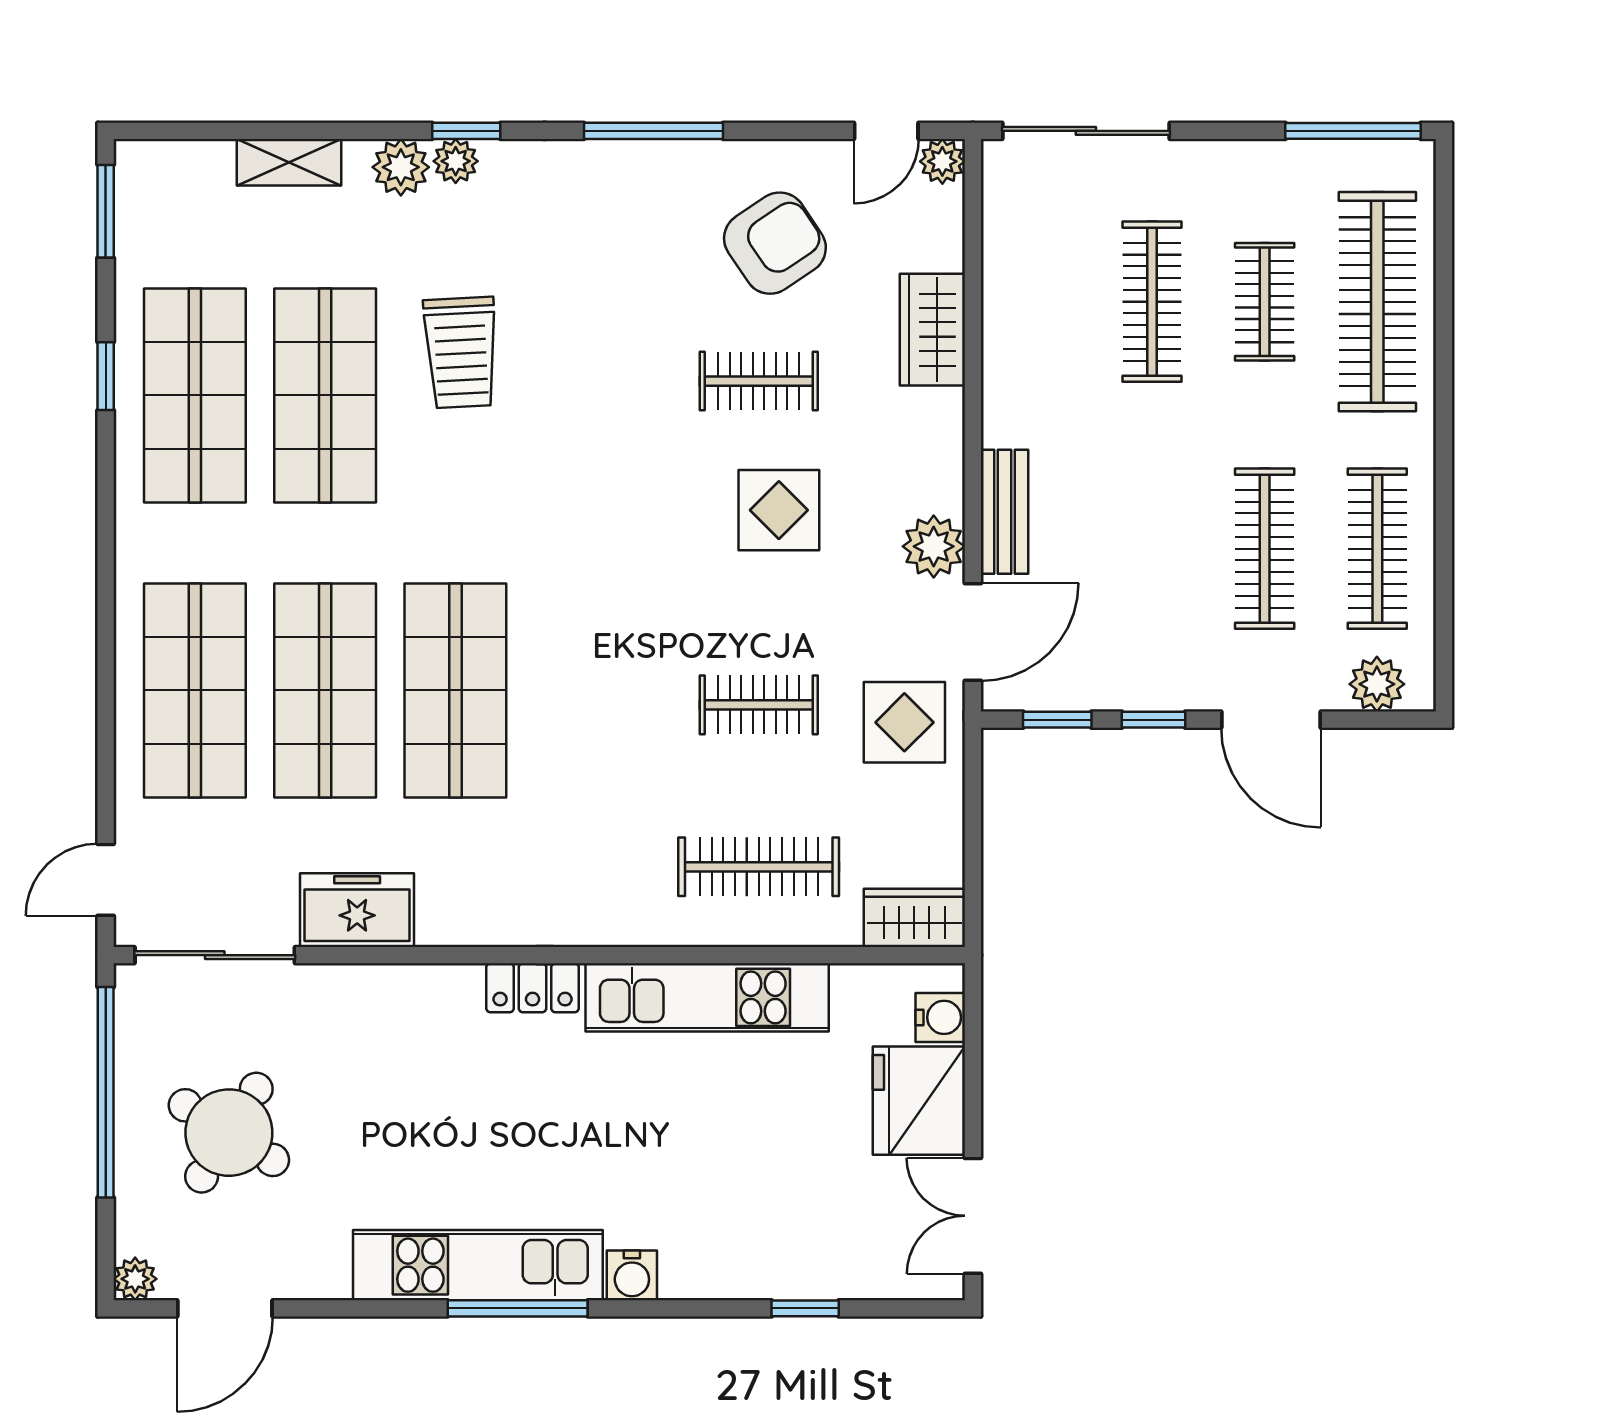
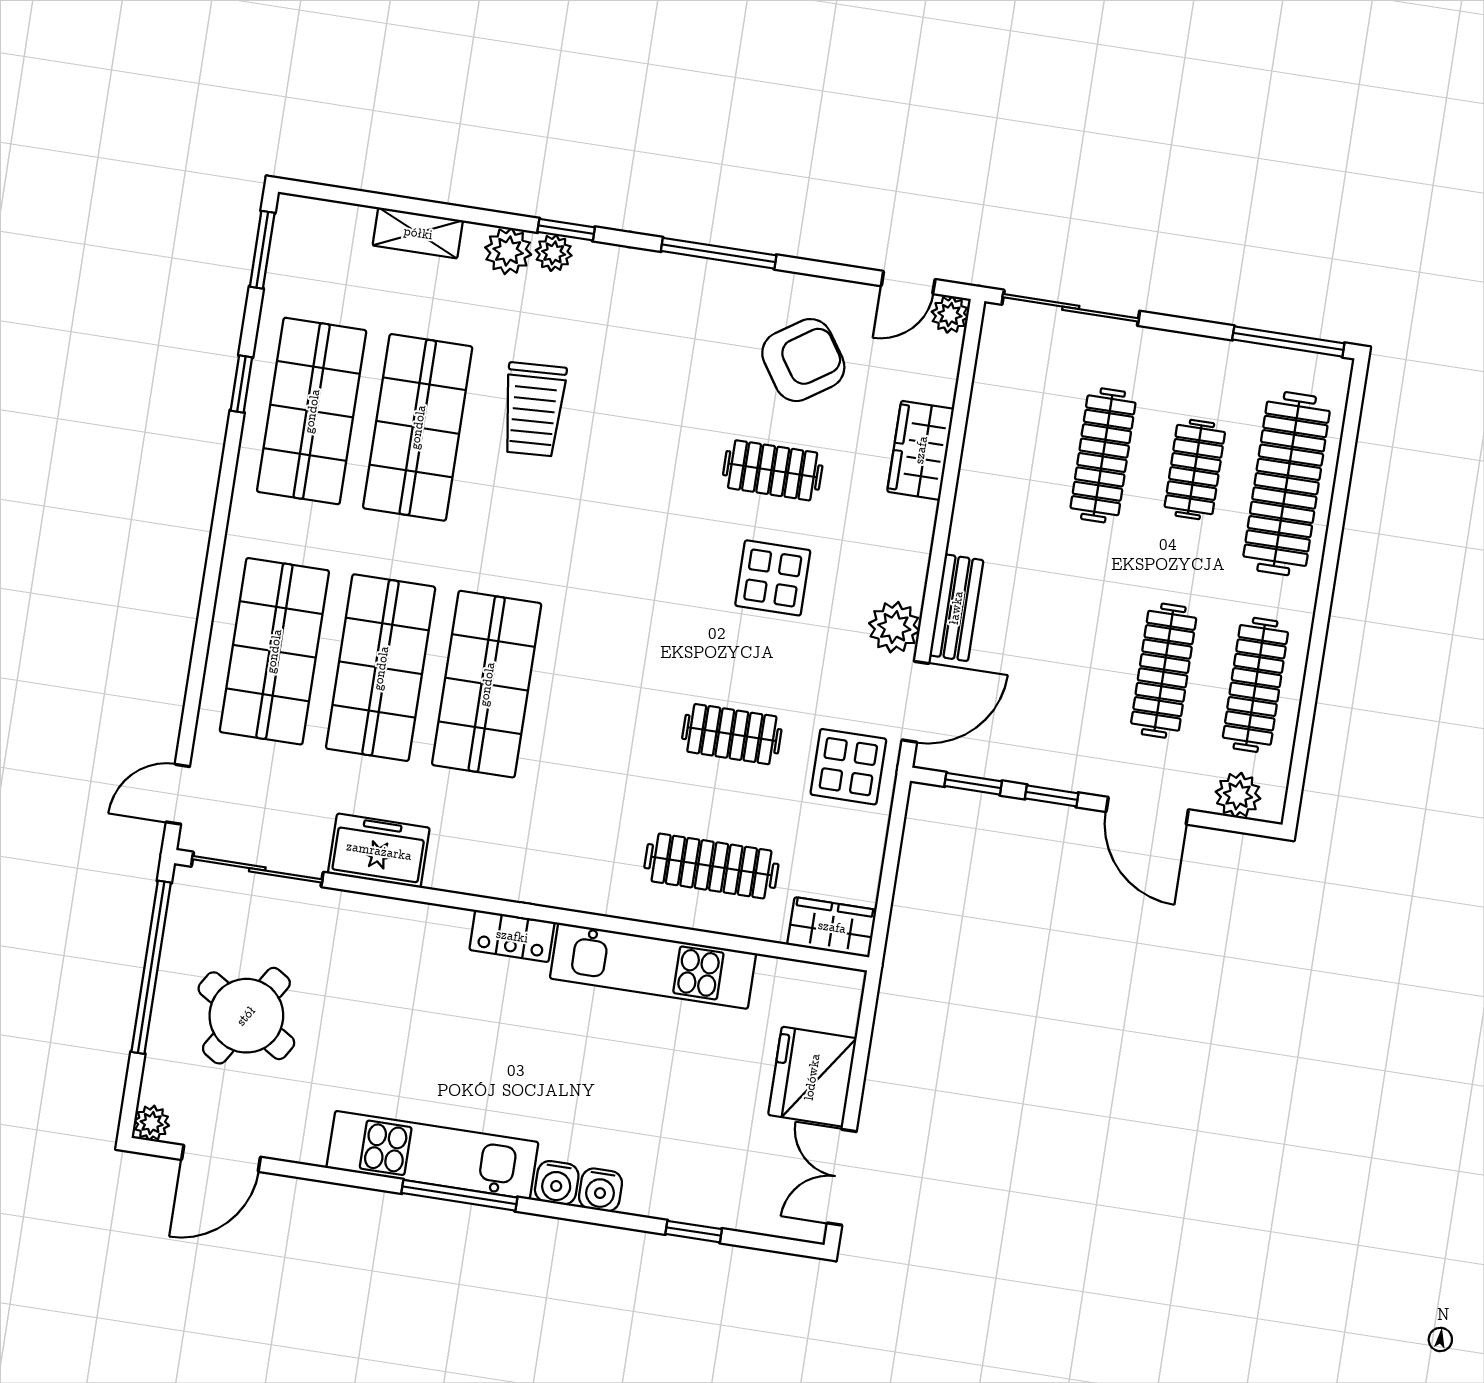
water cooler: (940, 1017) -> (601, 1190), moved, turned 90

